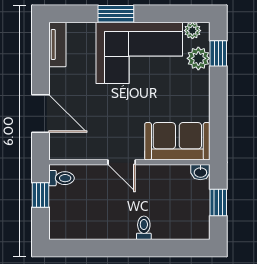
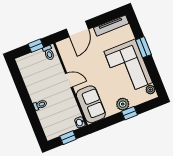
tv unit: (57, 44) -> (111, 26), width x1.41
window: (218, 53) -> (130, 113), moved
plant: (198, 58) -> (123, 104), moved
door: (122, 162) -> (69, 80), swing flipped

